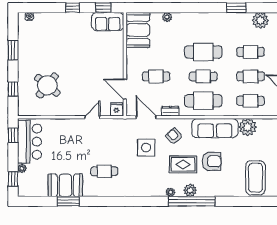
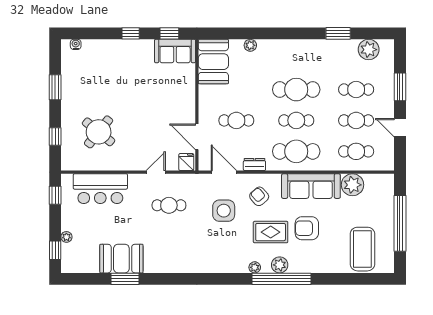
bar counter: (30, 142) -> (100, 189), moved, turned 90
armchair: (212, 161) -> (307, 228), turned 180
cafe table: (104, 171) -> (169, 205), moved

